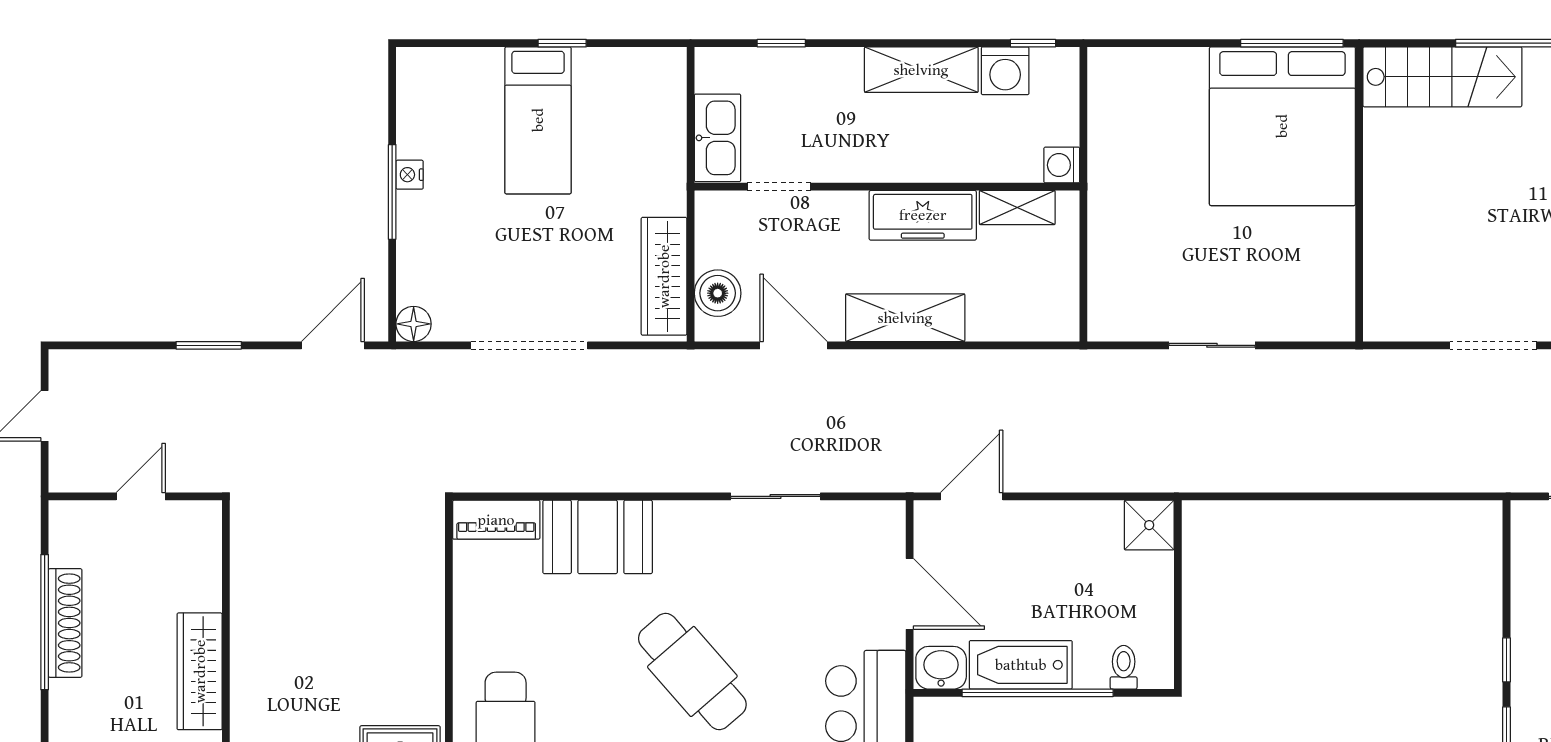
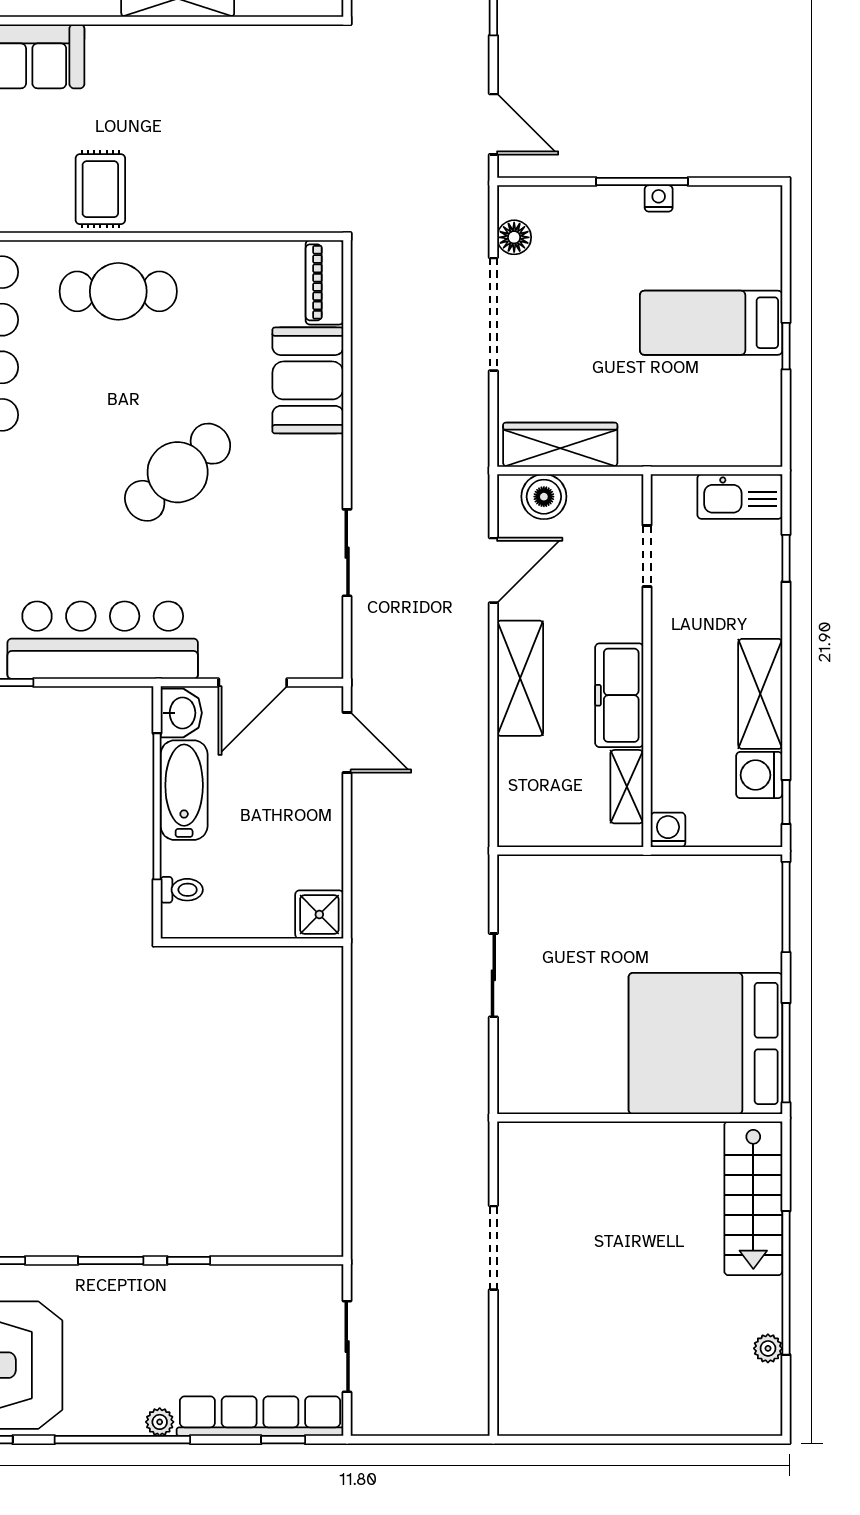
window: (1141, 43) -> (786, 907), added
kitchen sink: (717, 138) -> (740, 497), moved
floor lamp: (414, 324) -> (514, 237), moved

